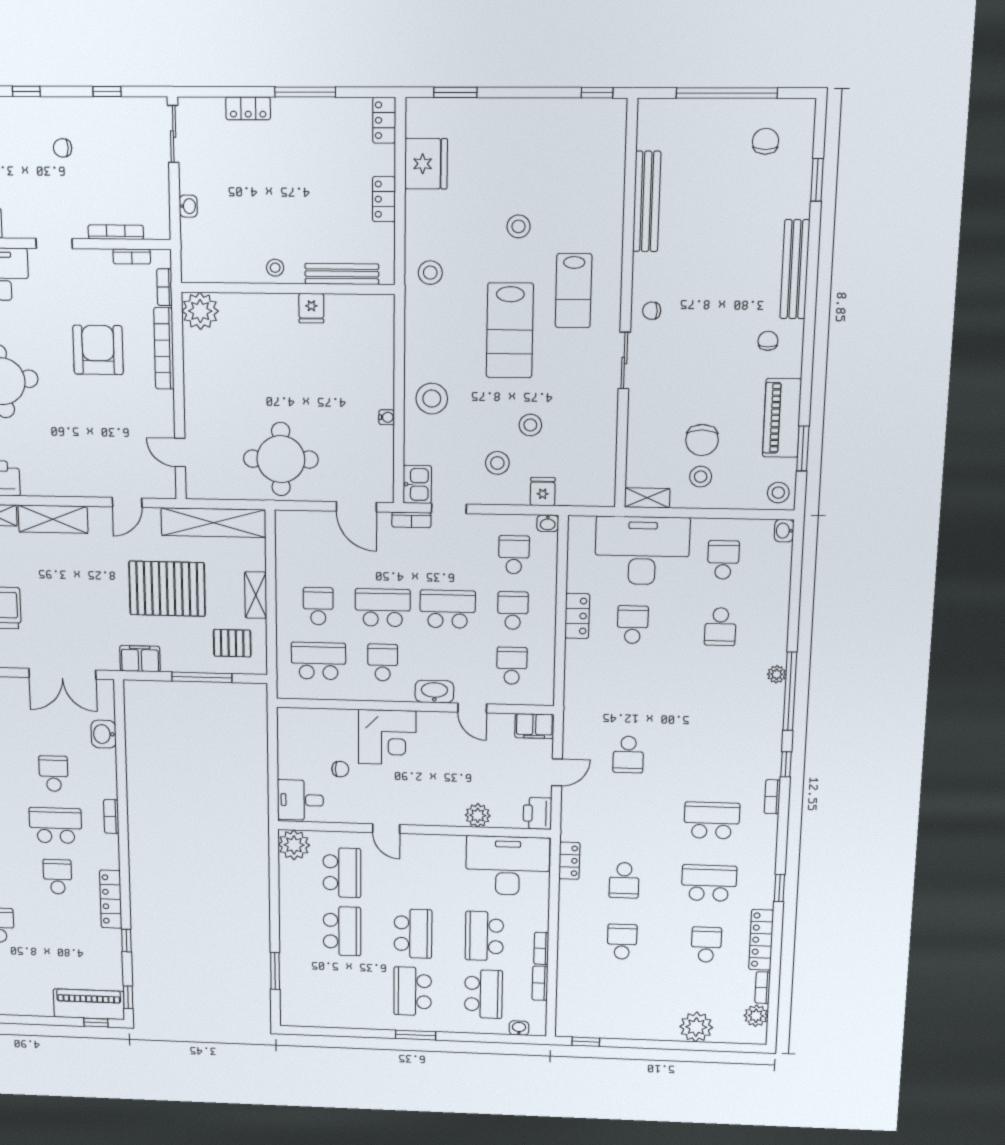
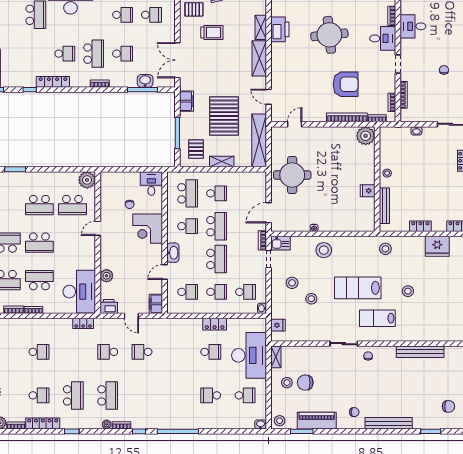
fridge: (543, 492) -> (278, 325), moved
plant: (777, 674) -> (107, 424), moved
window: (120, 739) -> (143, 90), added
desk: (300, 800) -> (151, 183), moved
school desk: (624, 880) -> (108, 352), moved

